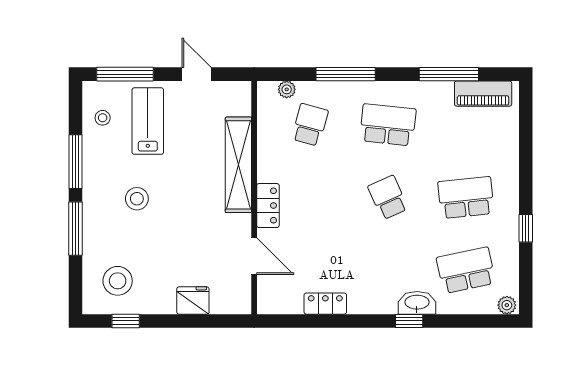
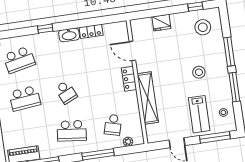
washbasin: (417, 303) -> (69, 35), moved

